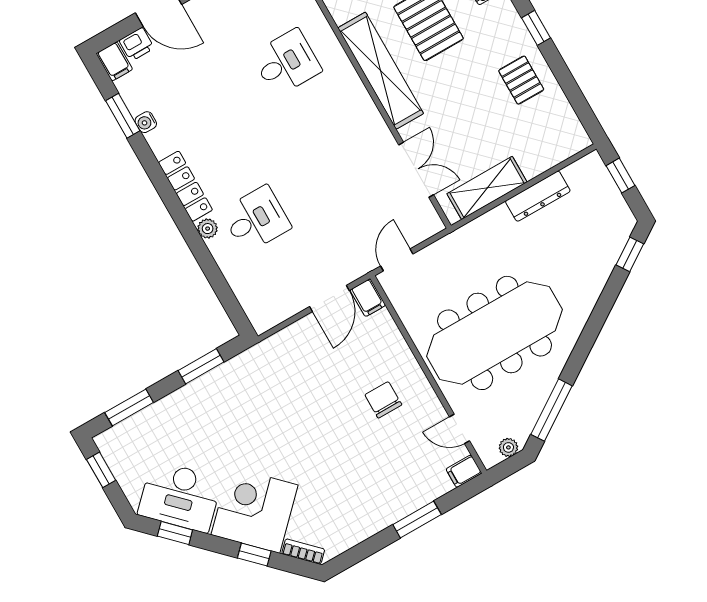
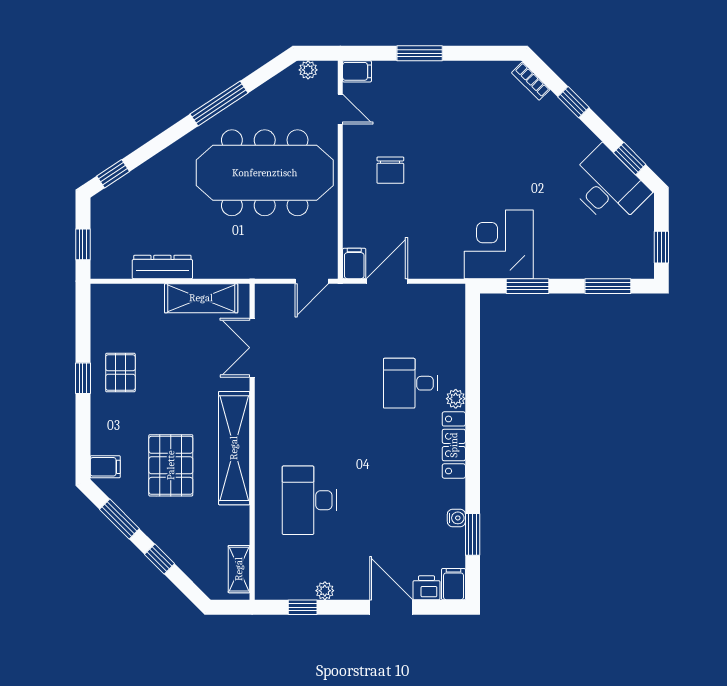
window: (536, 28) -> (83, 378), moved
desk: (287, 63) -> (309, 500), width x1.37
window: (552, 410) -> (219, 104), moved
corner desk: (255, 510) -> (499, 244), moved, turned 135

